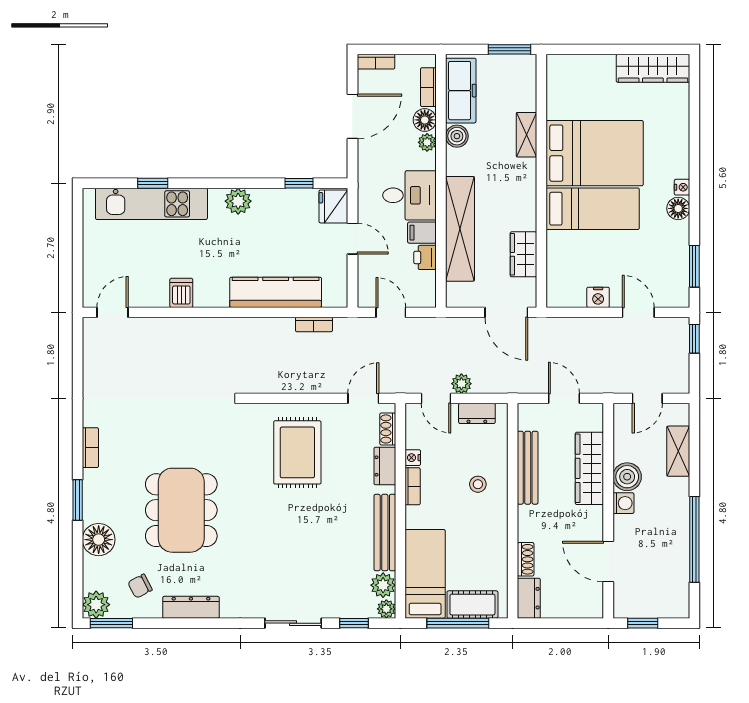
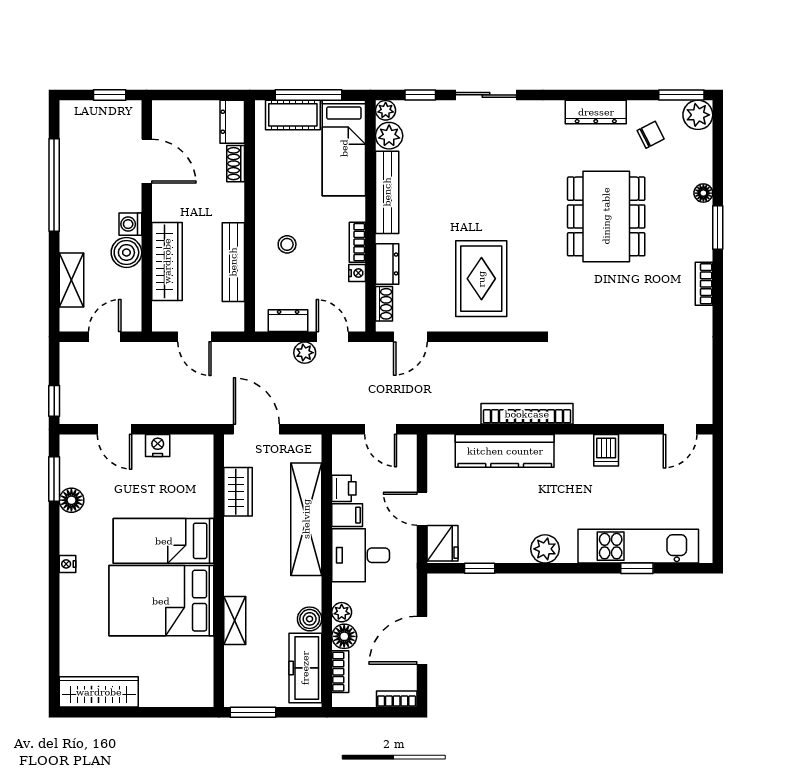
floor lamp: (678, 208) -> (71, 500), moved
bookcase: (314, 325) -> (527, 414), moved, width x2.31, depth x1.31
floor lamp: (99, 540) -> (703, 193), width x0.53, depth x0.53

